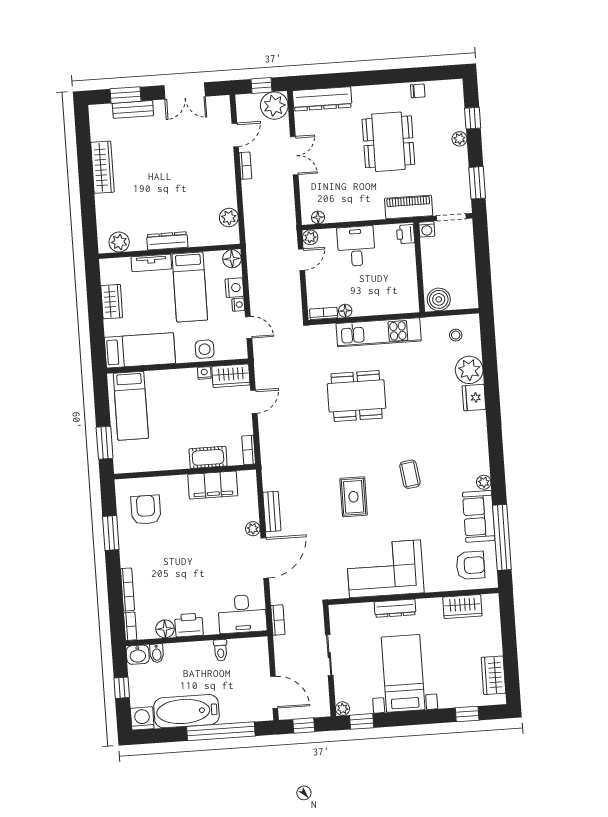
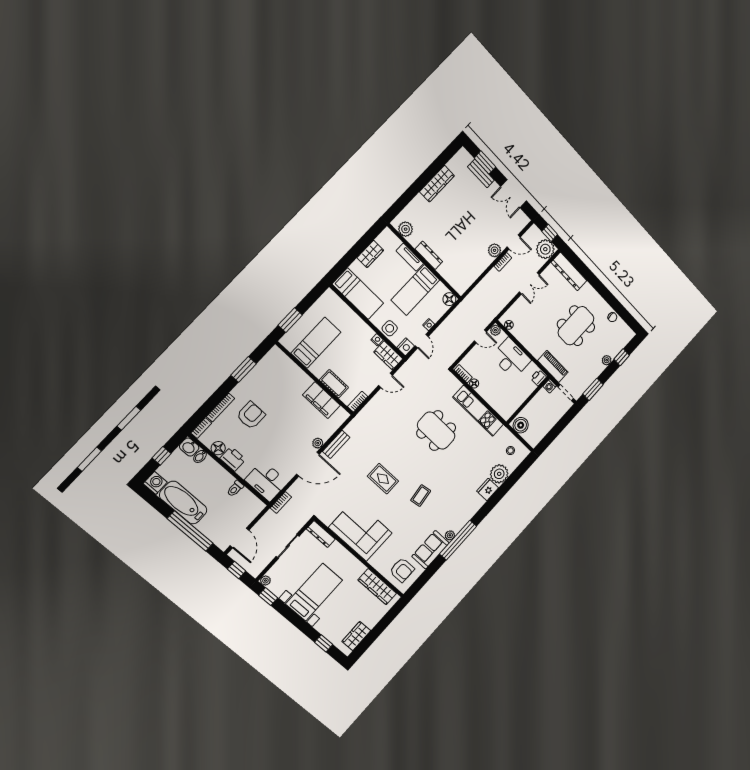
plant: (229, 218) -> (495, 250), moved
desk: (356, 246) -> (511, 358), width x1.37
nightstand: (234, 288) -> (406, 347), moved
bed: (131, 406) -> (316, 343), moved, turned 180
rug: (354, 497) -> (383, 479), turned 90
armchair: (146, 510) -> (251, 415), moved
window: (502, 537) -> (458, 540), moved
wardrobe: (462, 606) -> (377, 587), width x1.50
dresser: (395, 608) -> (321, 534), moved

